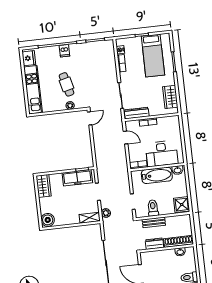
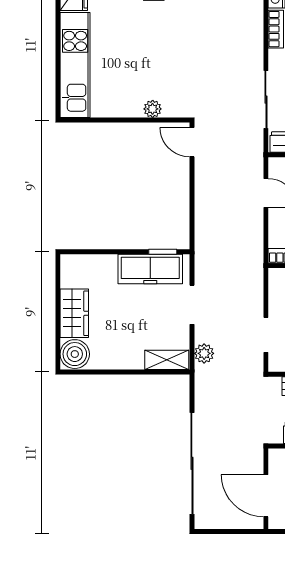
cafe table: (67, 84) -> (150, 62), removed
door: (90, 118) -> (192, 142), swing flipped
wardrobe: (44, 186) -> (74, 313), moved

